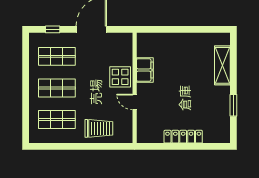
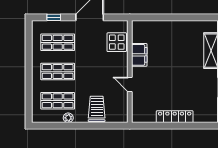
display table: (120, 77) -> (117, 42), moved
trolley: (99, 128) -> (97, 109), turned -90
plant: (68, 138) -> (68, 118), added

